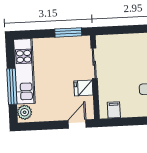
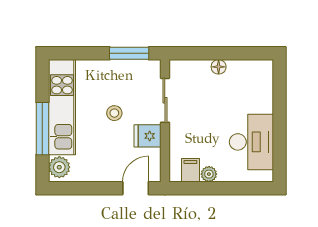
floor lamp: (130, 39) -> (219, 67), added
stool: (60, 74) -> (114, 113), added
plant: (126, 112) -> (209, 174), added

